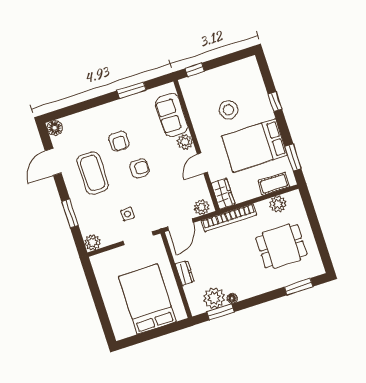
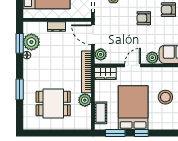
window: (275, 102) -> (141, 133), moved
door: (202, 163) -> (133, 65), hinge flipped
armchair: (139, 168) -> (144, 18), turned 90
plant: (278, 204) -> (85, 100), moved
dining table: (281, 246) -> (53, 104), turned 90
window: (299, 287) -> (20, 89), moved

